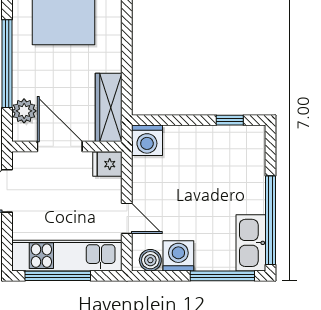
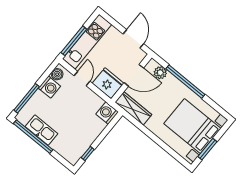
fridge: (107, 164) -> (108, 83), width x1.88, depth x1.34
door: (127, 218) -> (82, 79), swing flipped
kitchen sink: (251, 243) -> (42, 130), moved
window: (58, 276) -> (74, 41), moved

